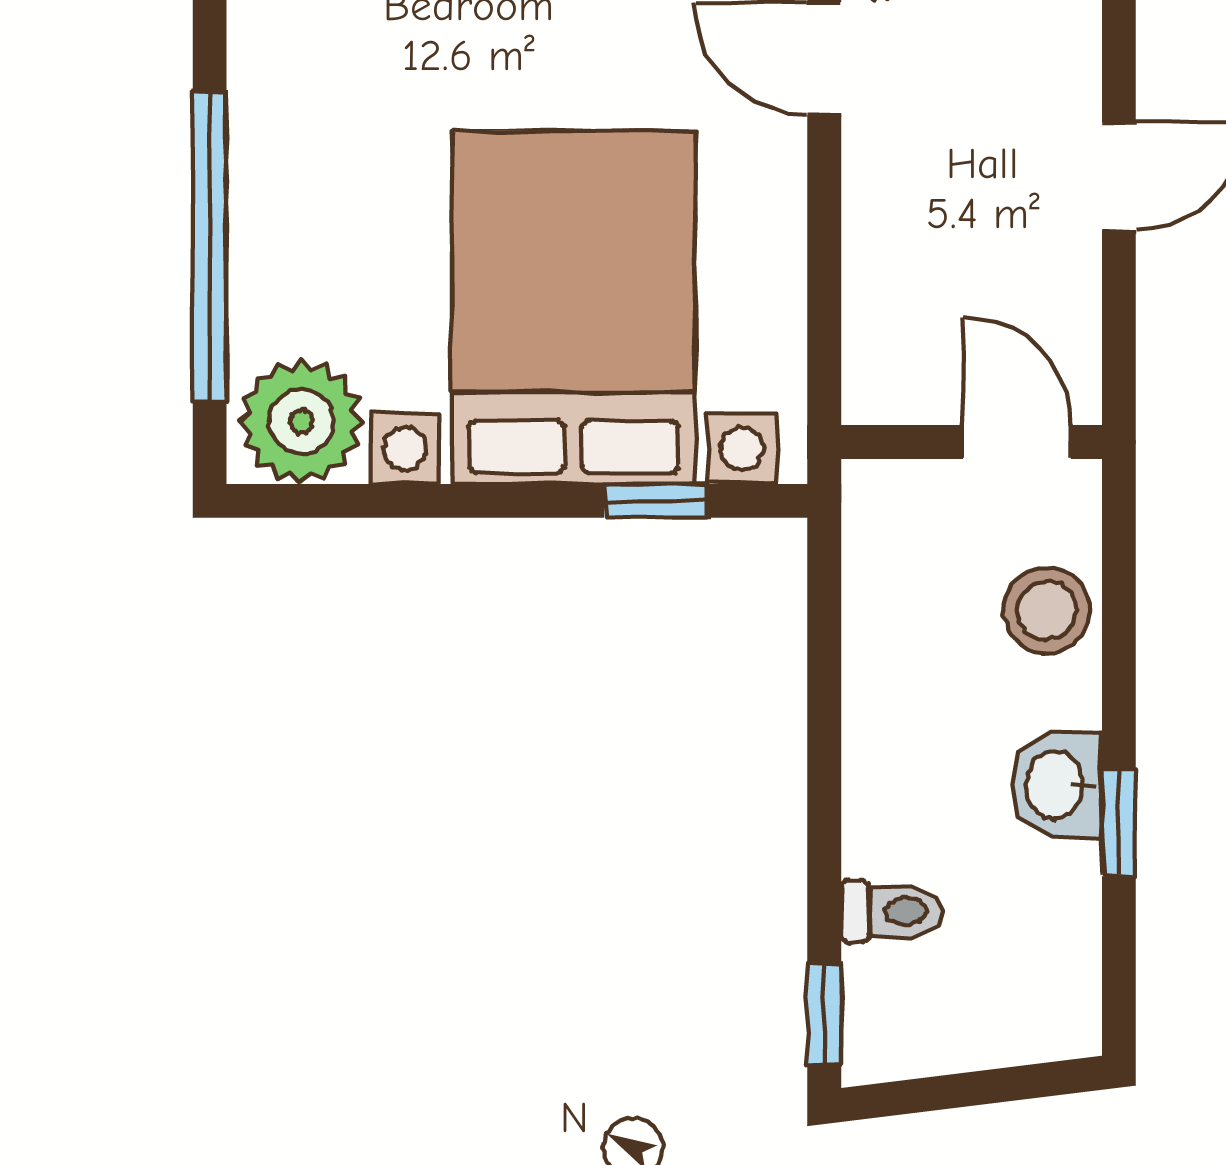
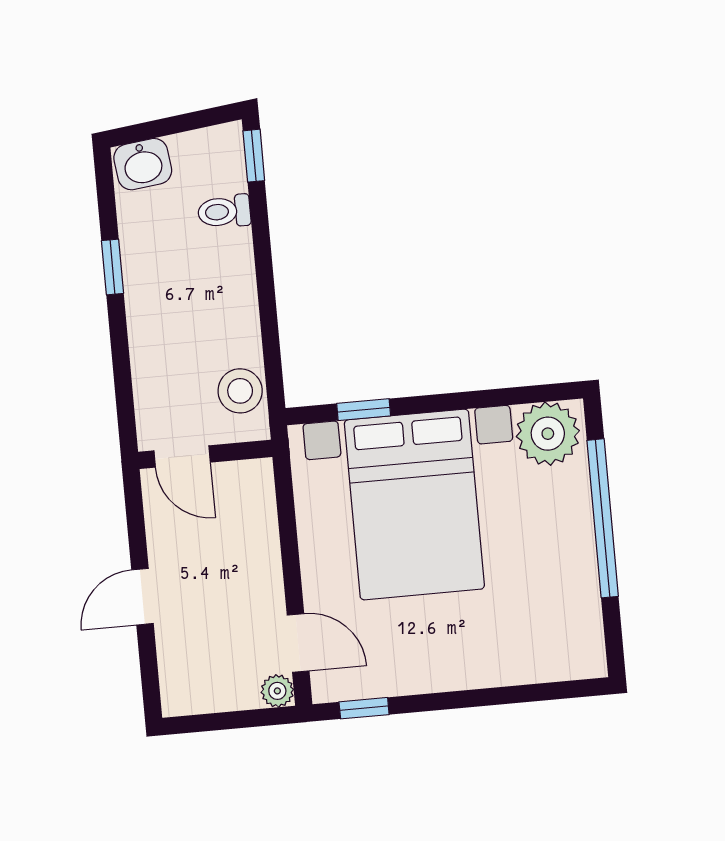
stool: (1047, 610) -> (240, 391), moved
washbasin: (1057, 785) -> (143, 164), moved, turned 83

